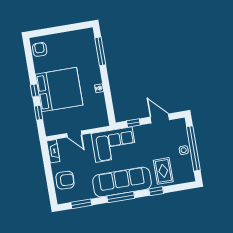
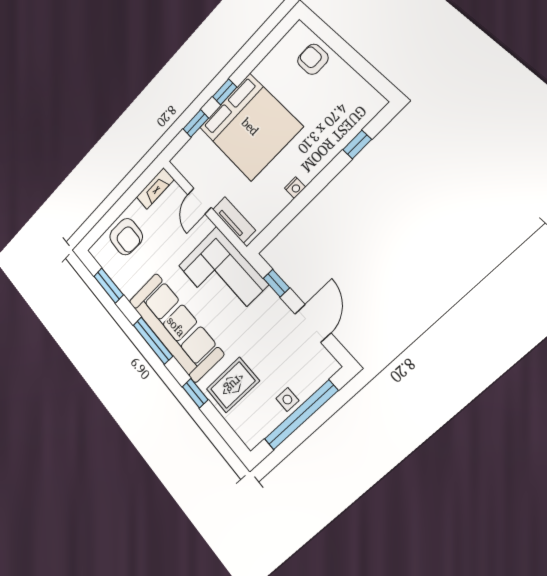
armchair: (40, 49) -> (313, 59), moved, turned -90
window: (100, 51) -> (357, 144), width x0.46
tv unit: (94, 124) -> (234, 220), added

